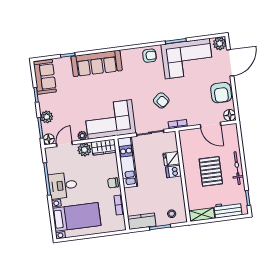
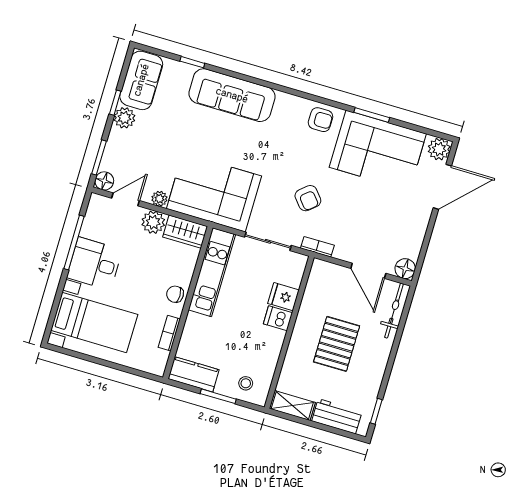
armchair: (221, 93) -> (407, 227), removed
plant: (47, 117) -> (124, 118), moved
bicycle: (237, 168) -> (394, 311), moved

